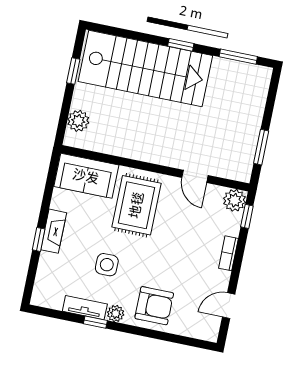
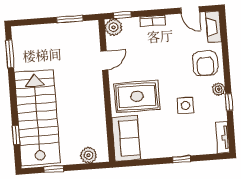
window: (181, 45) -> (16, 135), moved
fireplace: (54, 231) -> (214, 27), moved, turned -90
armchair: (154, 306) -> (205, 63), turned 180
tv unit: (85, 308) -> (223, 137), moved

